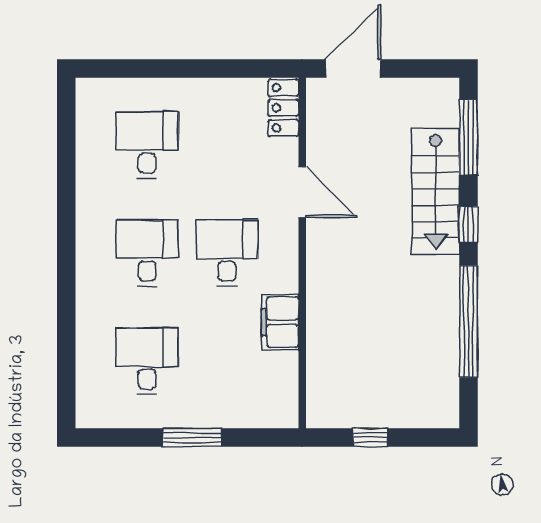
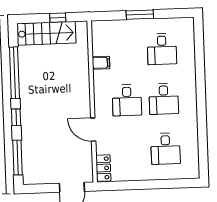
stairs: (436, 191) -> (46, 33), moved, turned 90
filing cabinet: (280, 322) -> (101, 63), width x0.50

